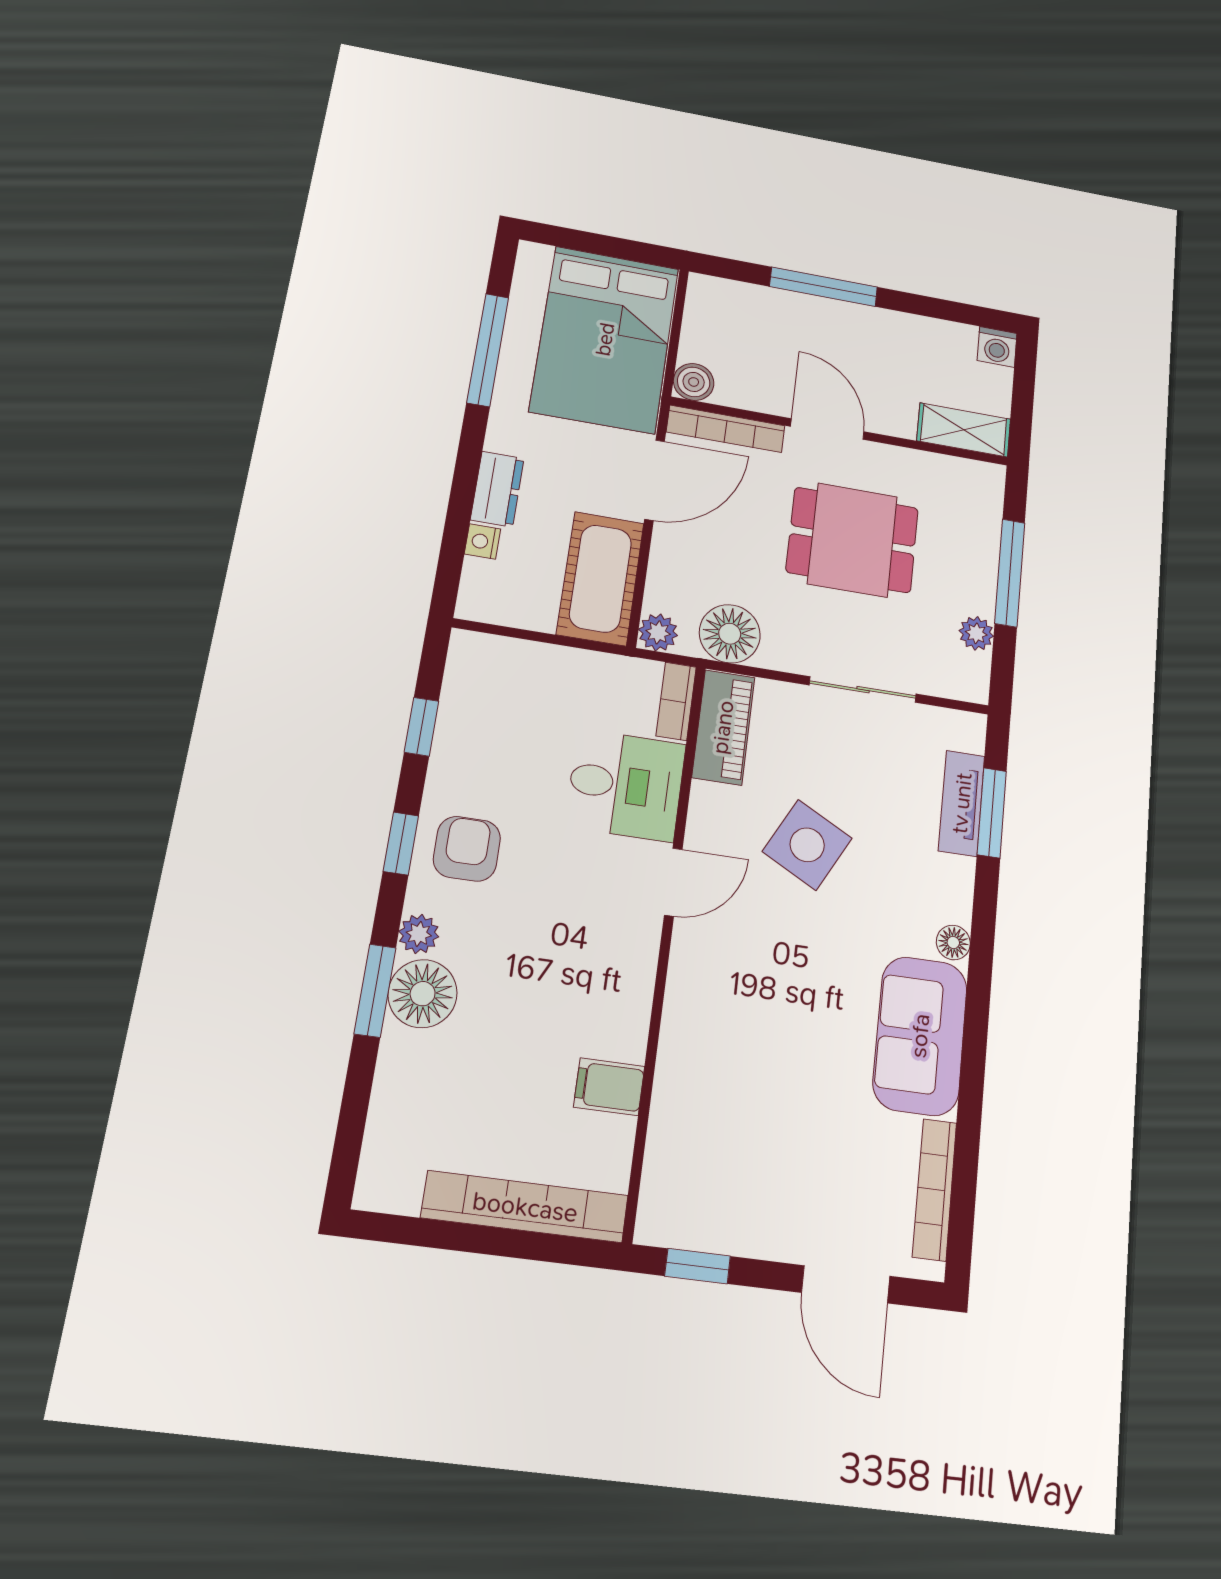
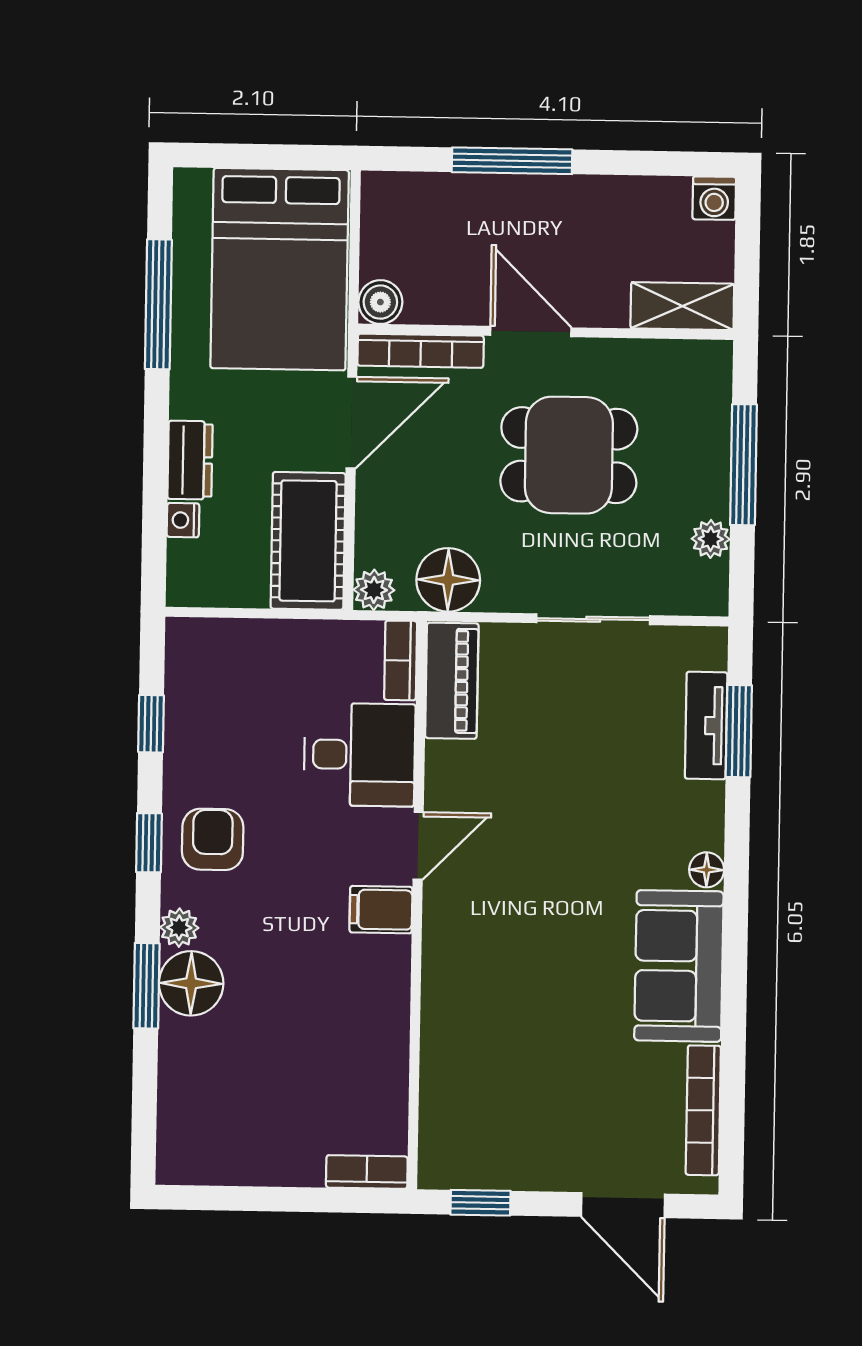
side table: (807, 845) -> (549, 790), removed
filing cabinet: (609, 1087) -> (381, 910), moved
bookcase: (525, 1207) -> (367, 1172), width x0.43, depth x0.76

